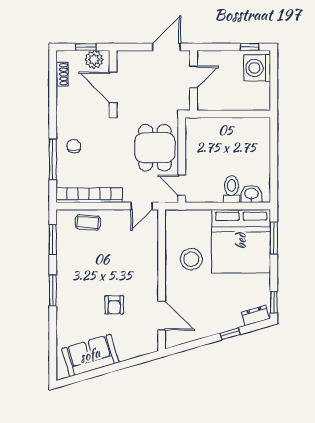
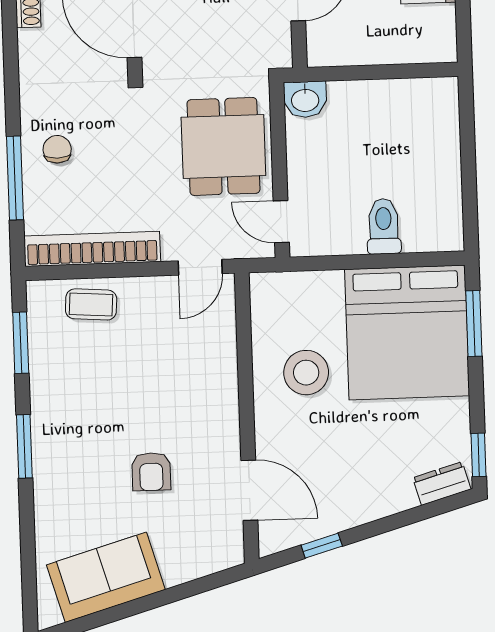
washbasin: (251, 194) -> (305, 99), moved, turned 180
window: (230, 334) -> (322, 546), moved

